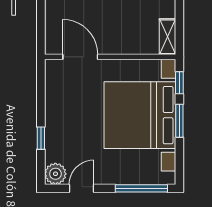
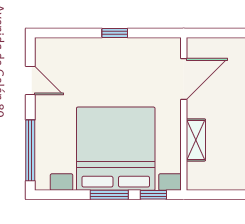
shelving: (168, 37) -> (196, 140), moved, turned 90
window: (41, 138) -> (115, 33), moved
plant: (55, 174) -> (47, 50), removed

